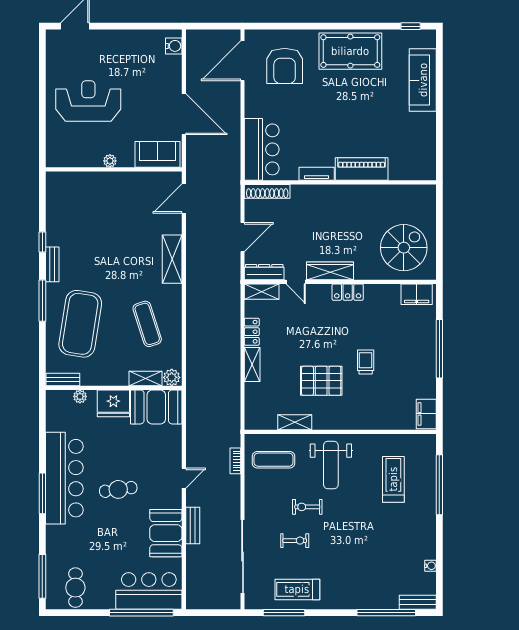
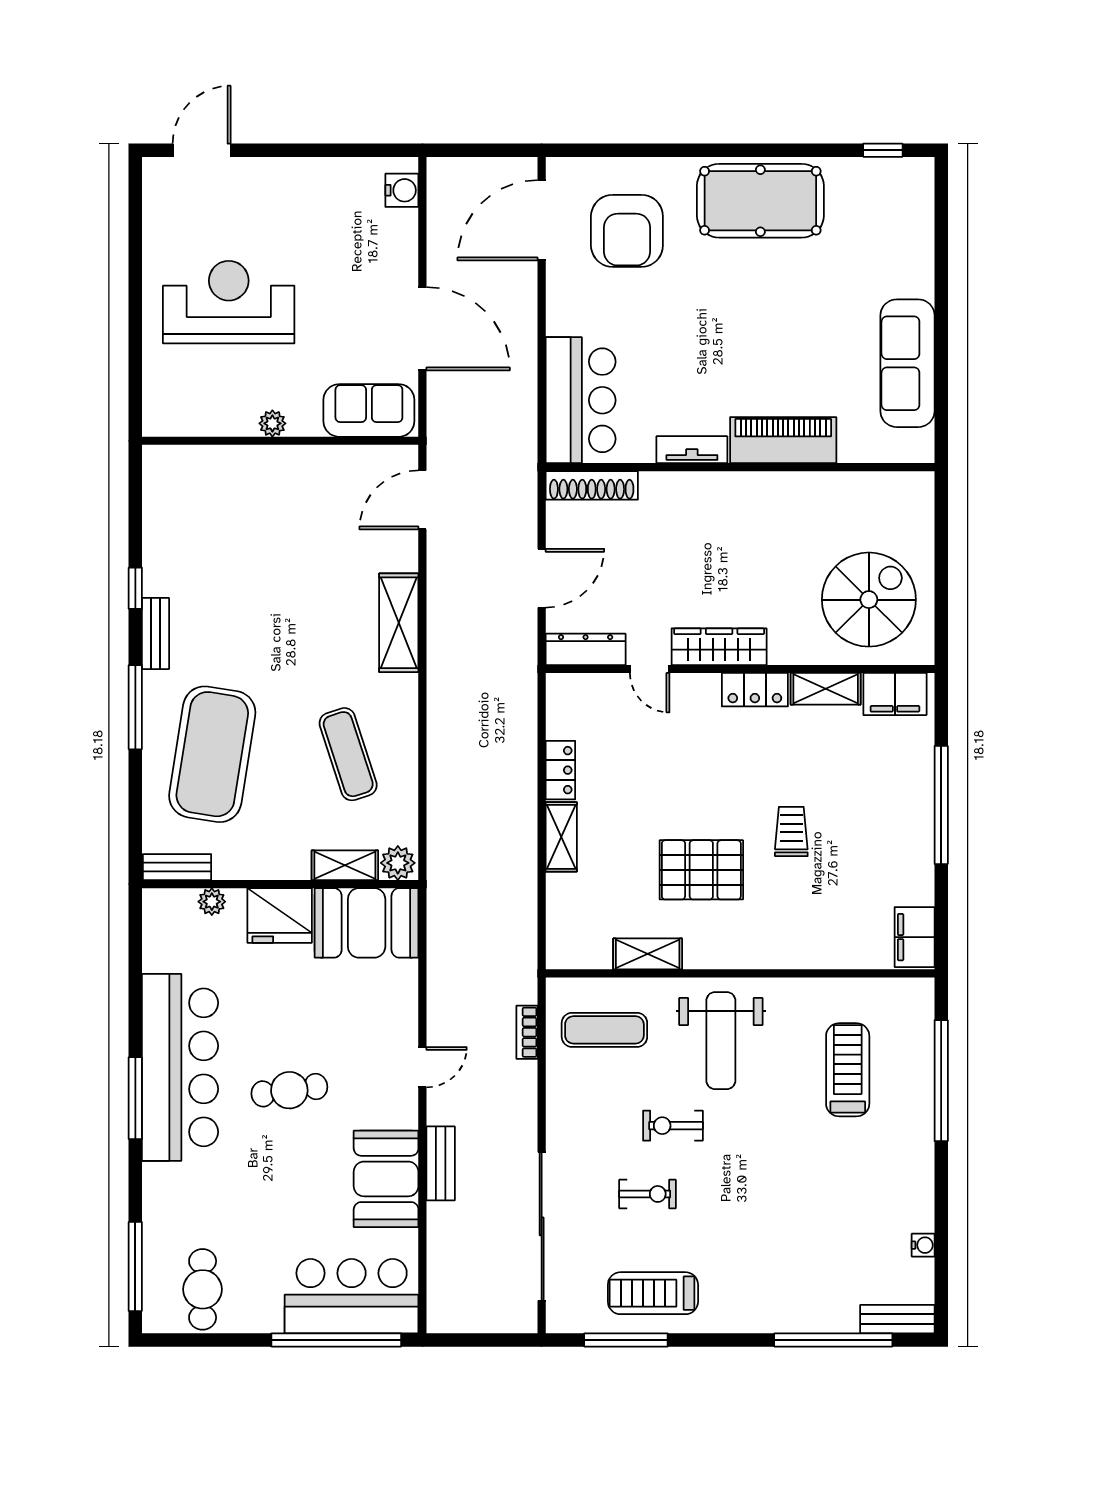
sofa: (423, 80) -> (907, 363), moved
shelving: (262, 292) -> (826, 689), moved

